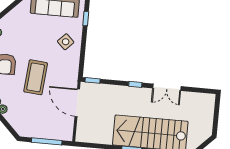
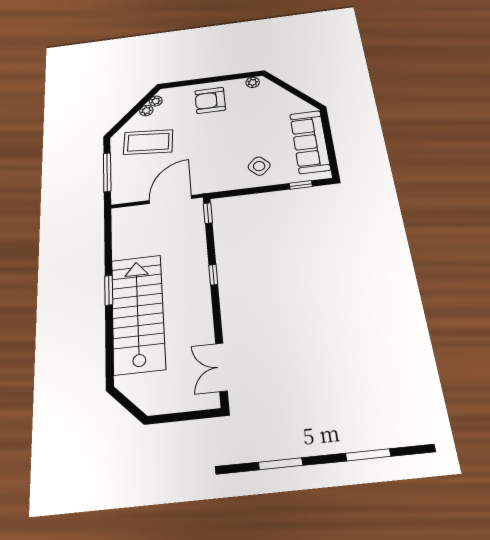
coffee table: (36, 77) -> (148, 142), moved
double door: (167, 87) -> (221, 367), moved

